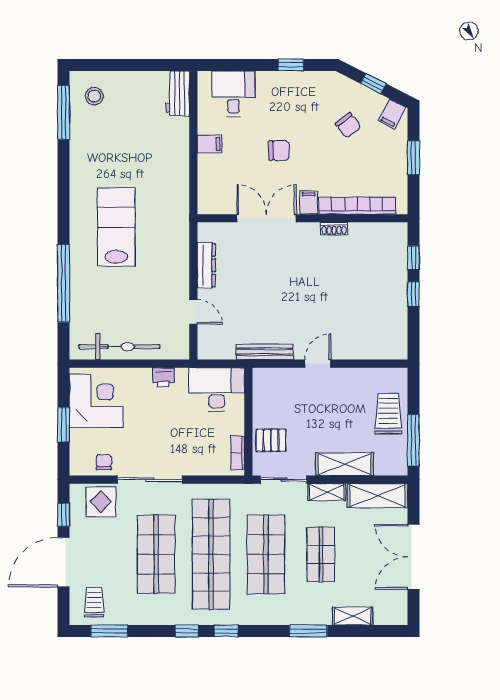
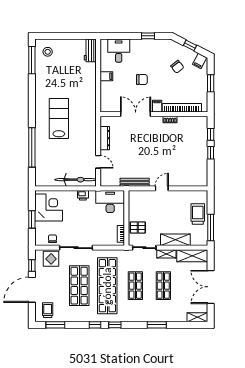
bicycle: (119, 347) -> (76, 180), moved
shop shelf: (266, 554) -> (135, 286), width x0.70, depth x0.74
shelving: (353, 616) -> (197, 317), moved

